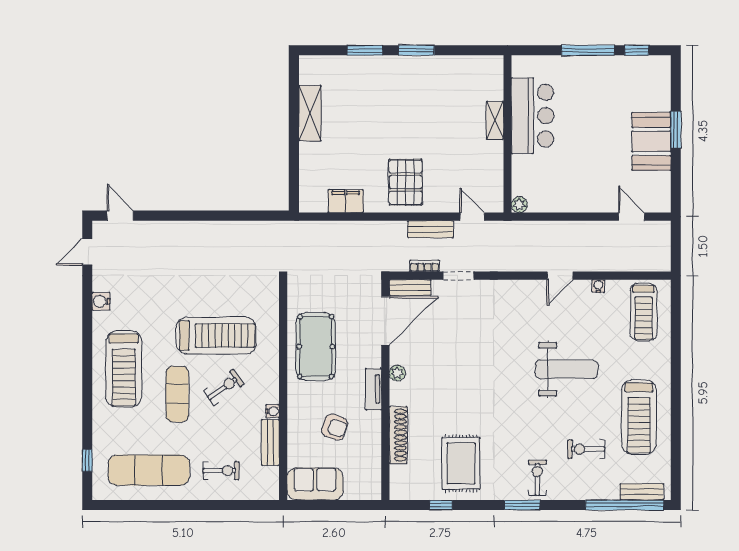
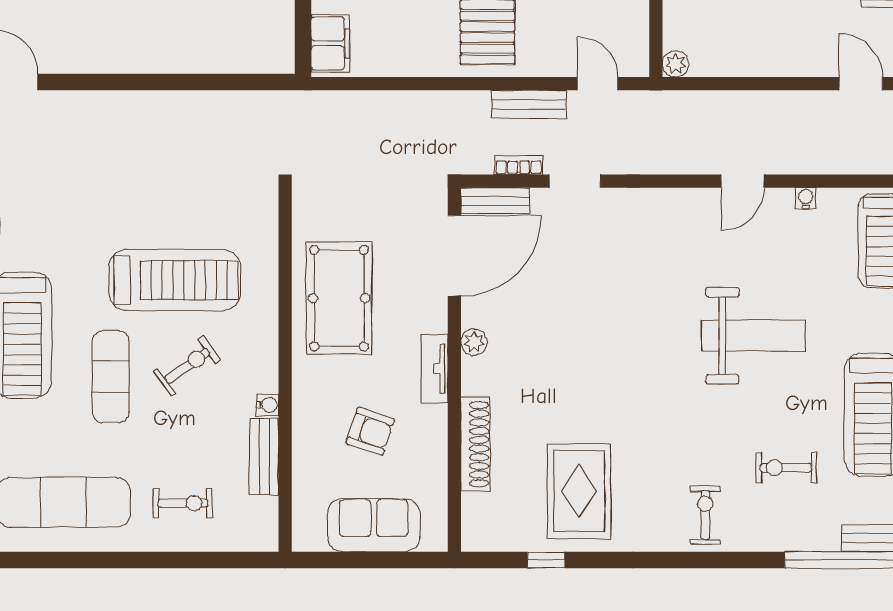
filing cabinet: (346, 201) -> (330, 43), moved, turned 90
sofa: (315, 484) -> (374, 525), moved
window: (522, 505) -> (680, 560), removed

